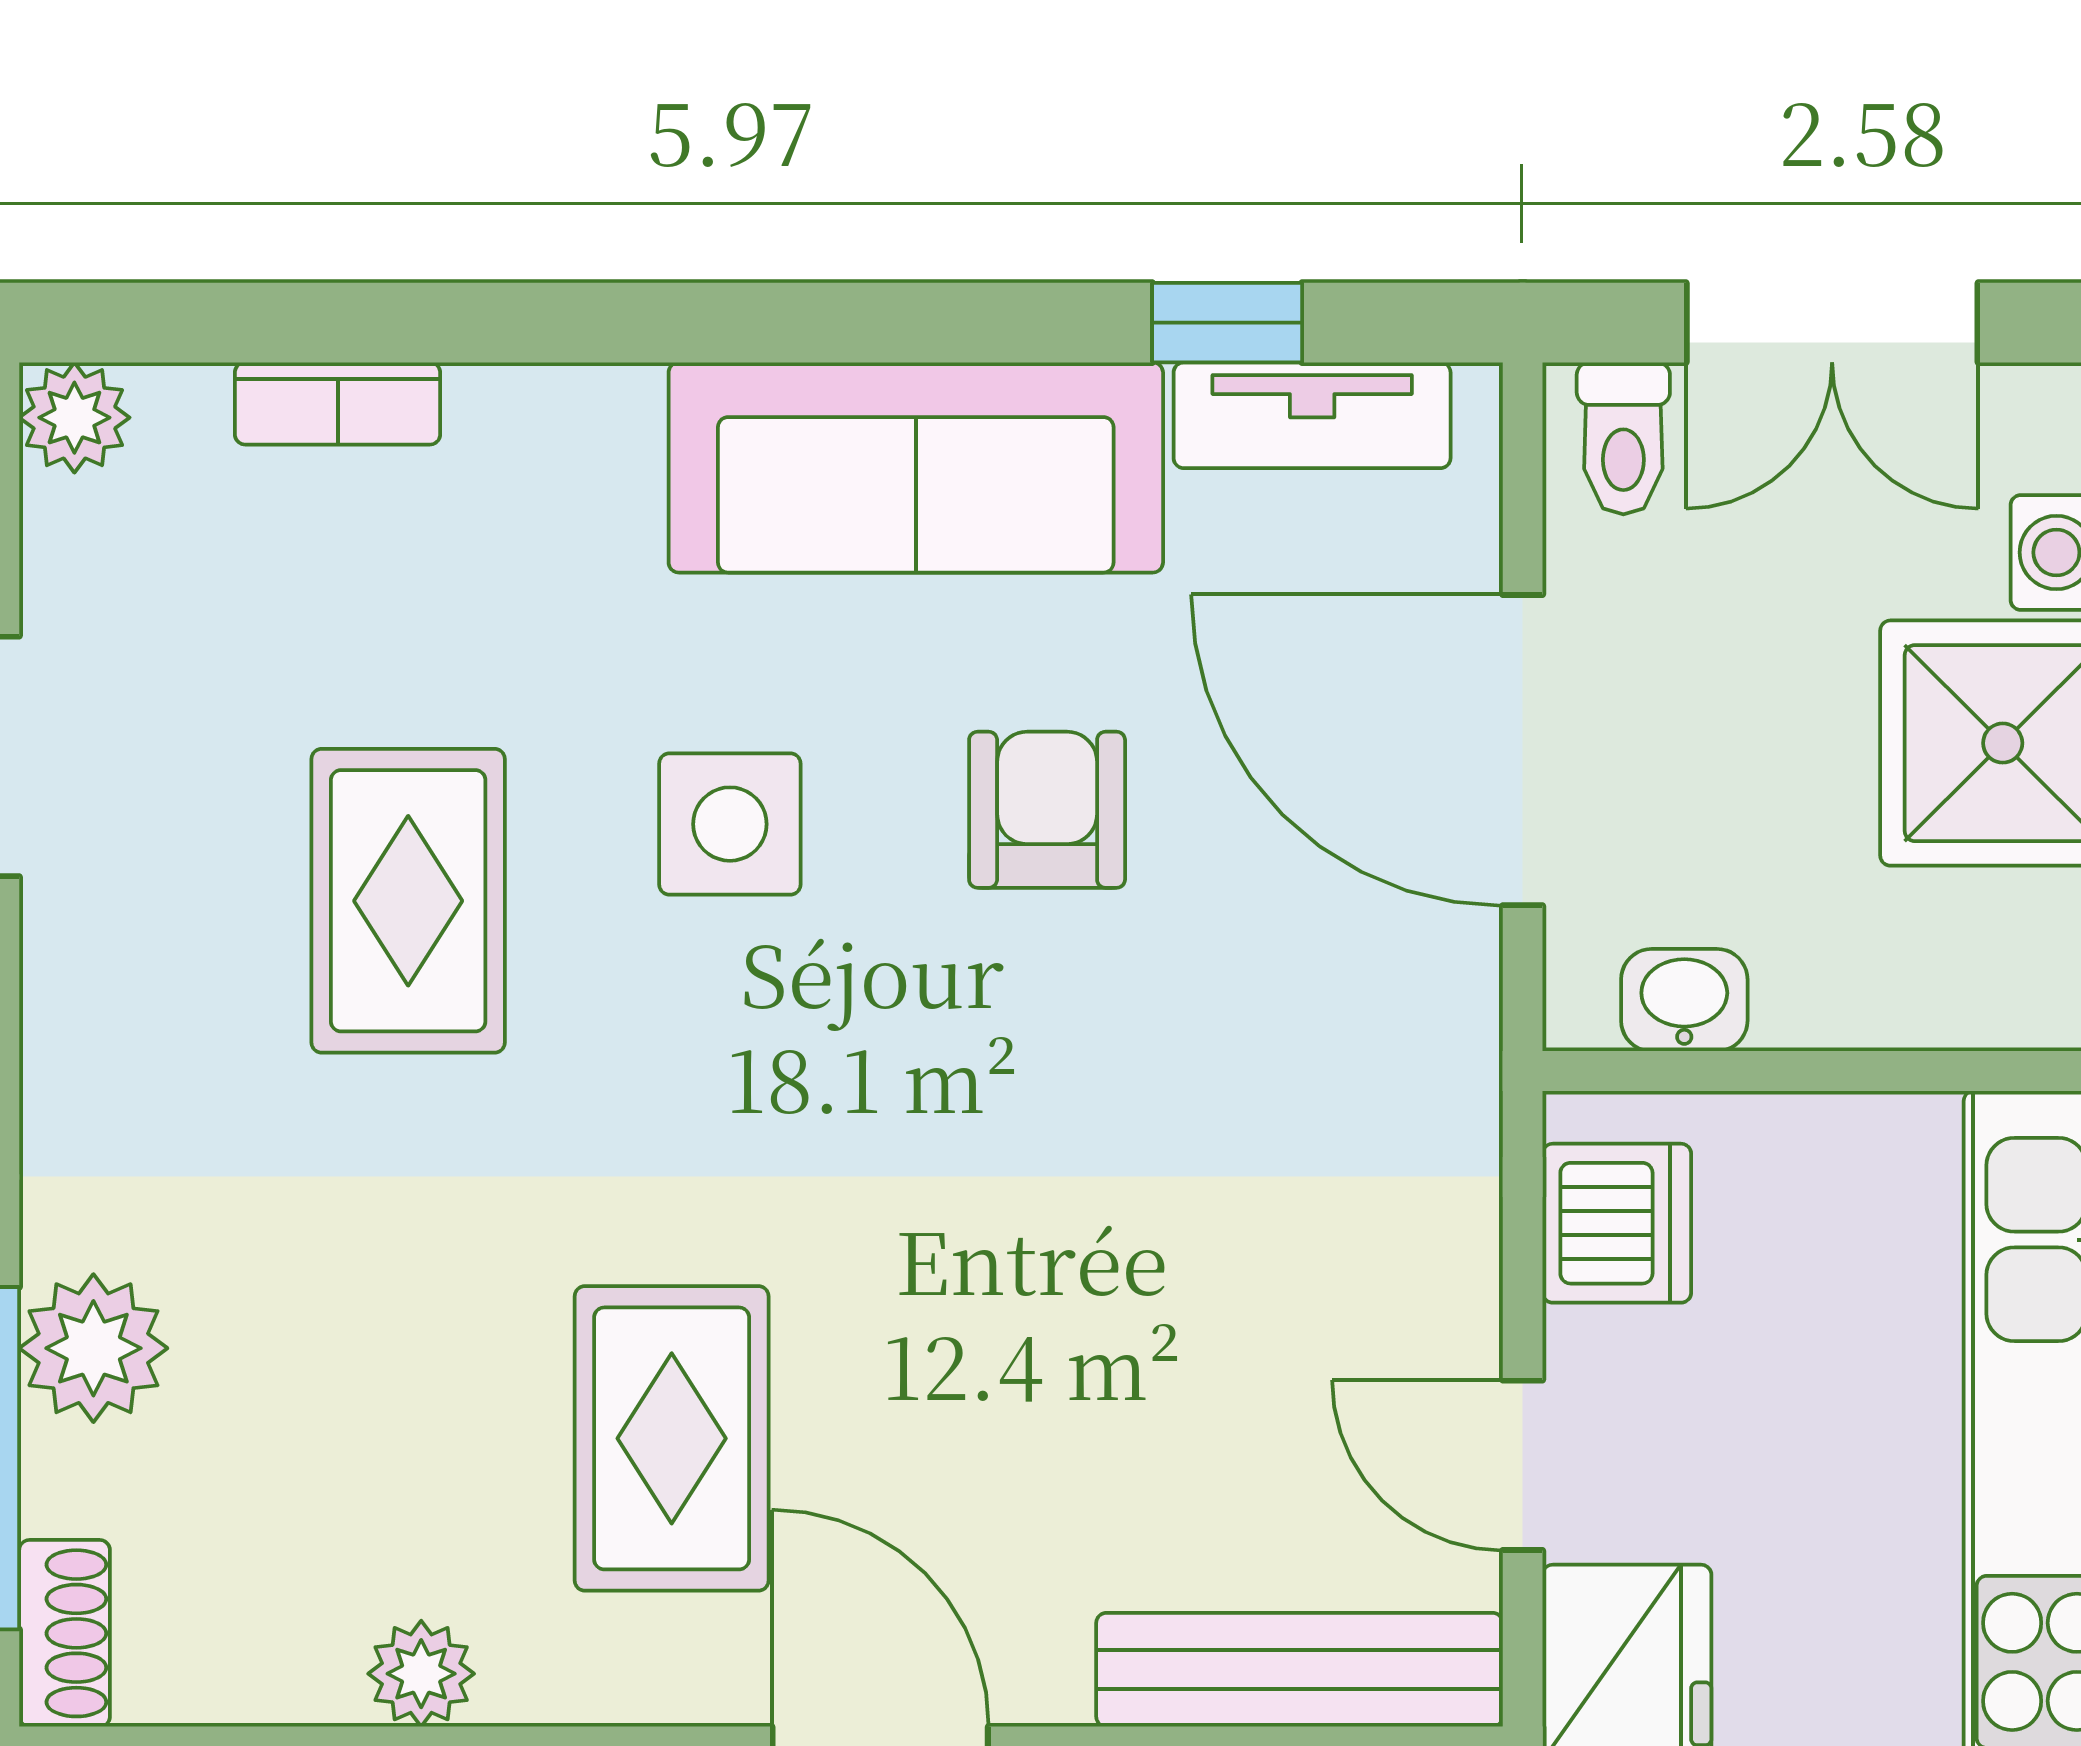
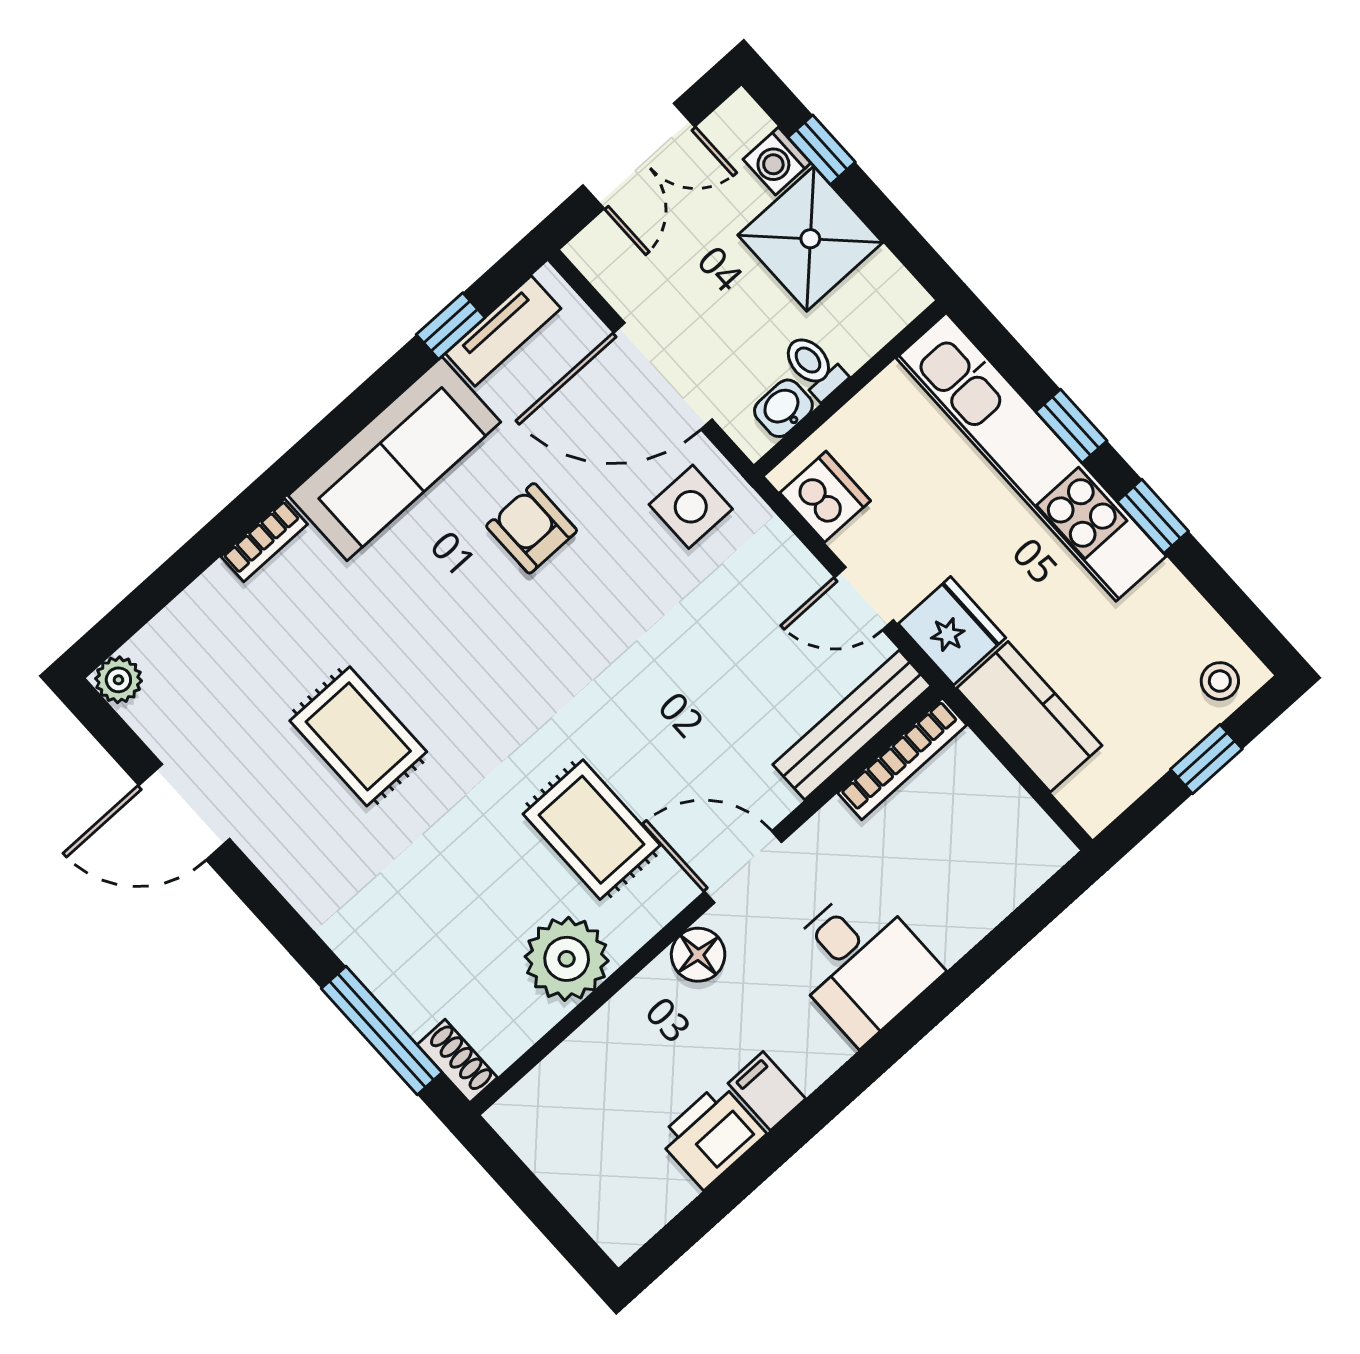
bookcase: (338, 403) -> (264, 540), moved
toilet: (1623, 438) -> (814, 367), moved, turned 180
side table: (730, 824) -> (691, 507), moved
plant: (93, 1348) -> (386, 964), removed
plant: (421, 1674) -> (567, 959), width x1.88, depth x1.88

